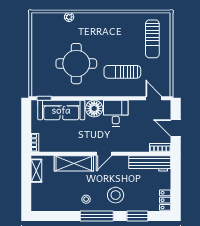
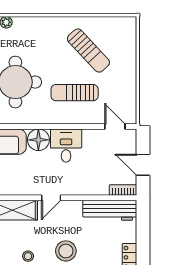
sun lounger: (152, 39) -> (88, 51), moved, turned -43

